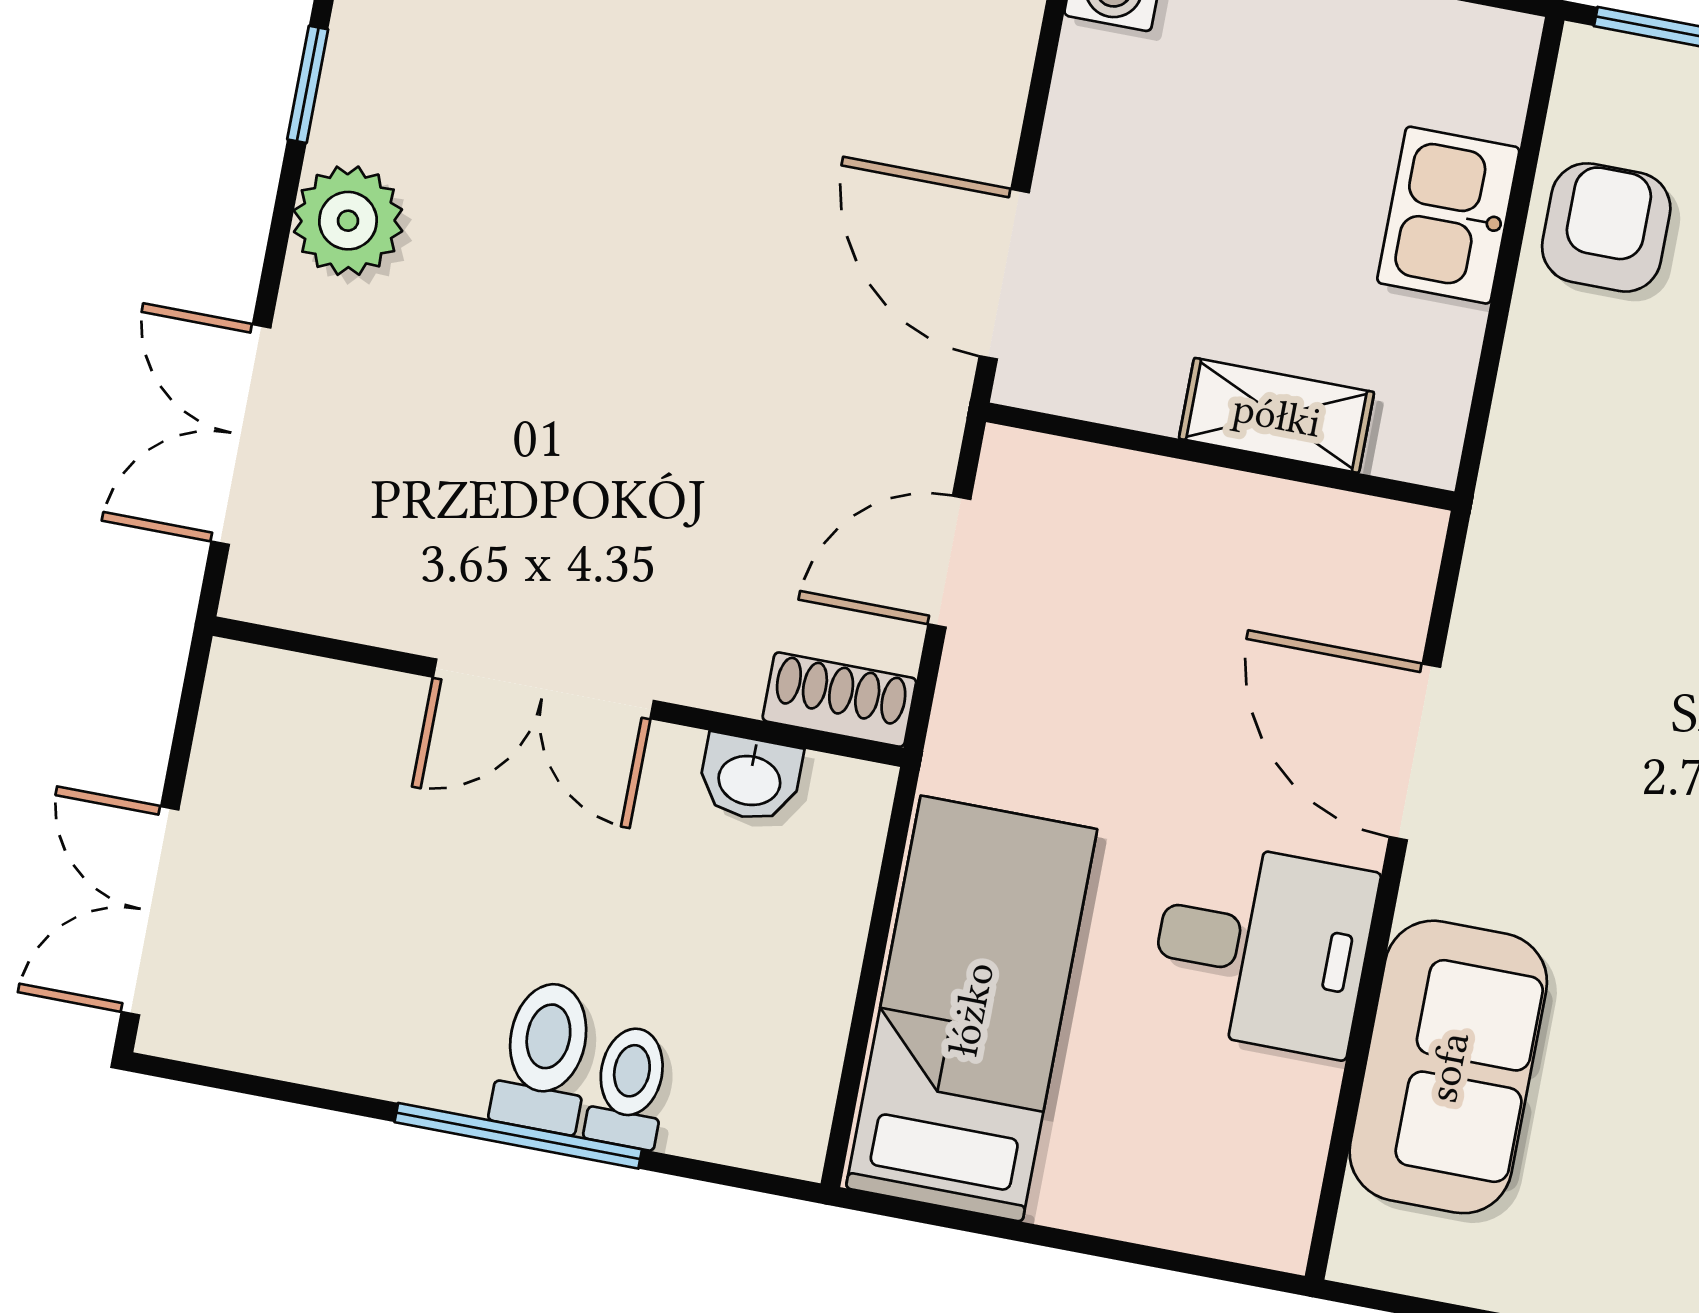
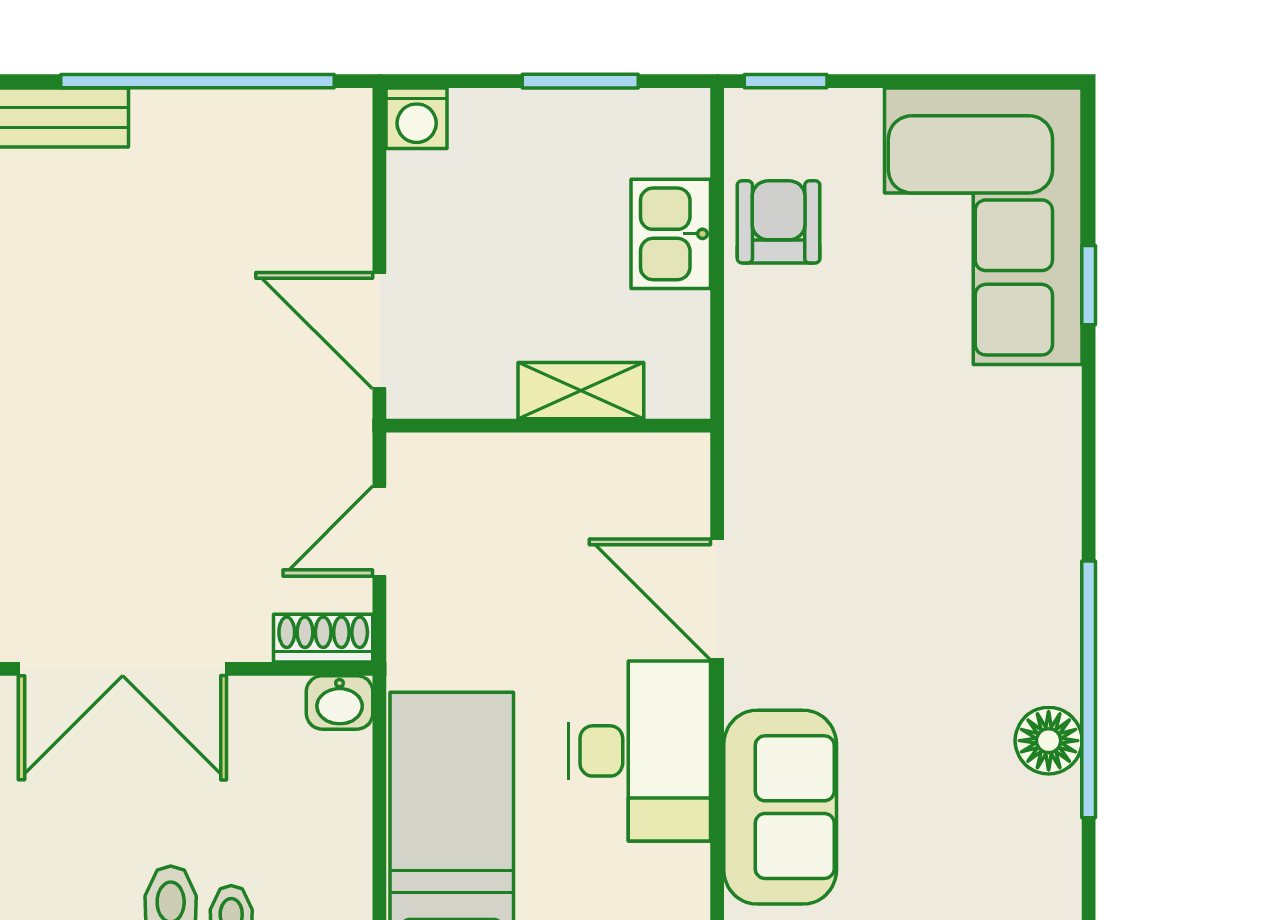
double door: (543, 689) -> (123, 669), width x1.37
washbasin: (750, 778) -> (340, 702), moved
desk: (1262, 948) -> (640, 751), width x1.37

